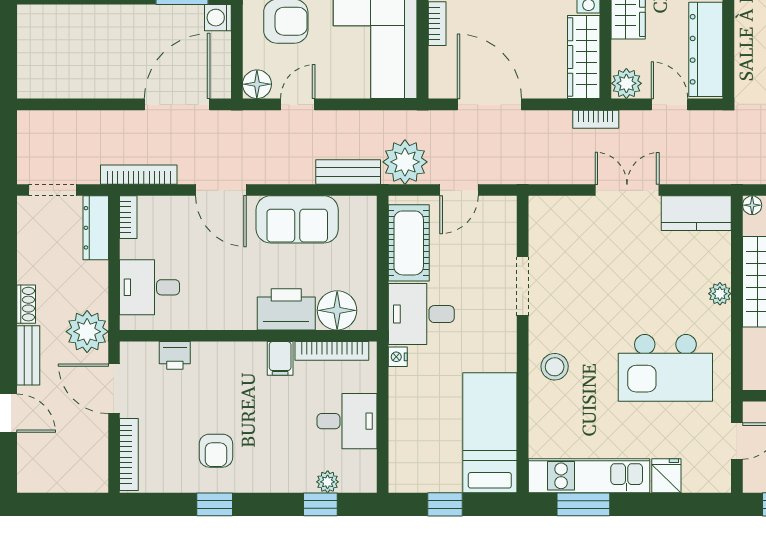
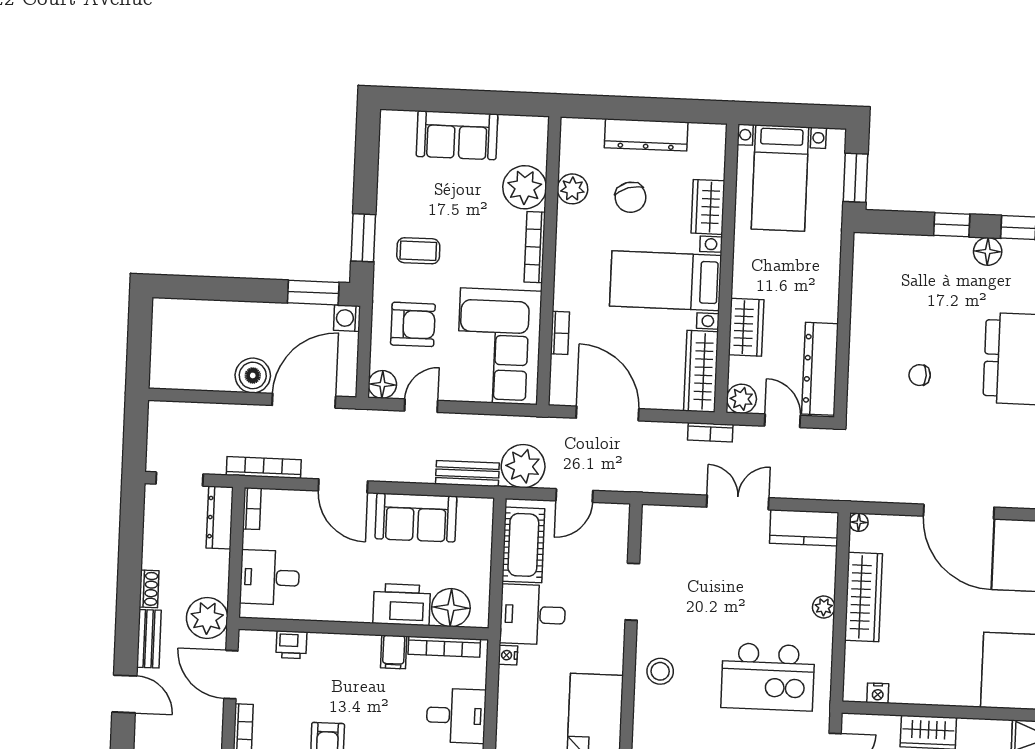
boiler: (124, 81) -> (253, 375), added

